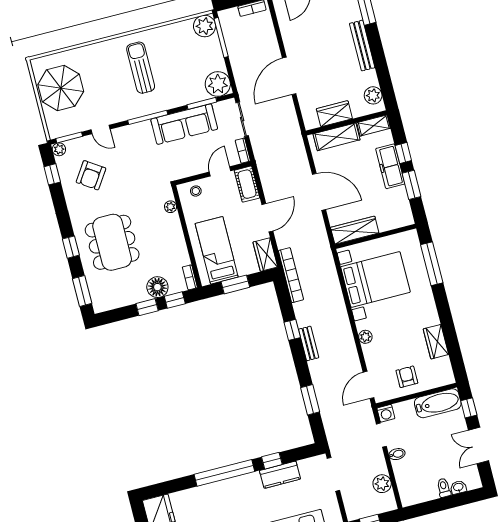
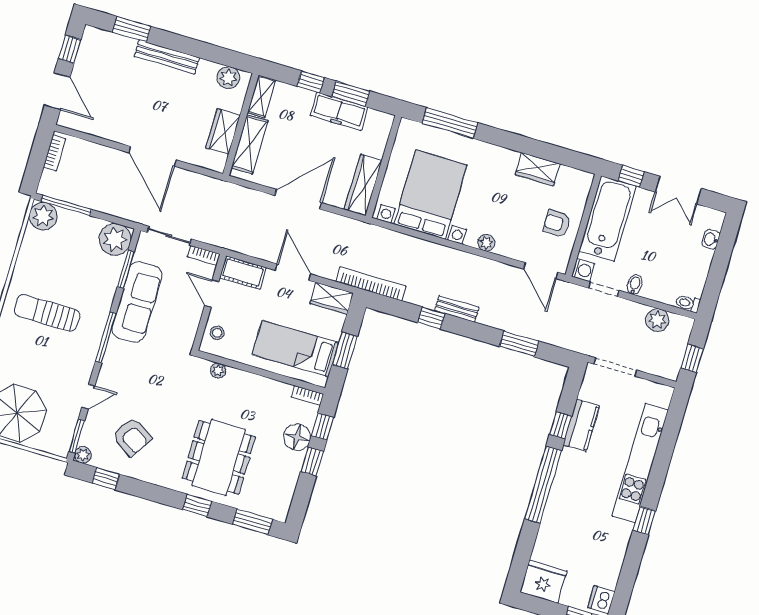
freezer: (390, 166) -> (339, 111), moved
dining table: (112, 242) -> (219, 457), turned 90
bathtub: (438, 403) -> (608, 219), width x1.36, depth x1.36
toilet: (444, 488) -> (688, 303), moved

